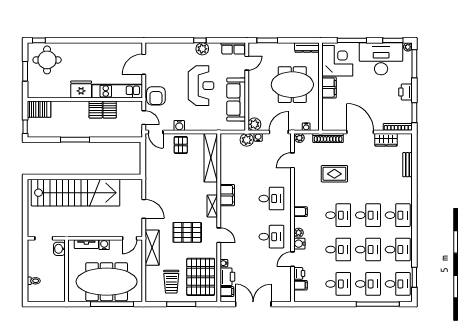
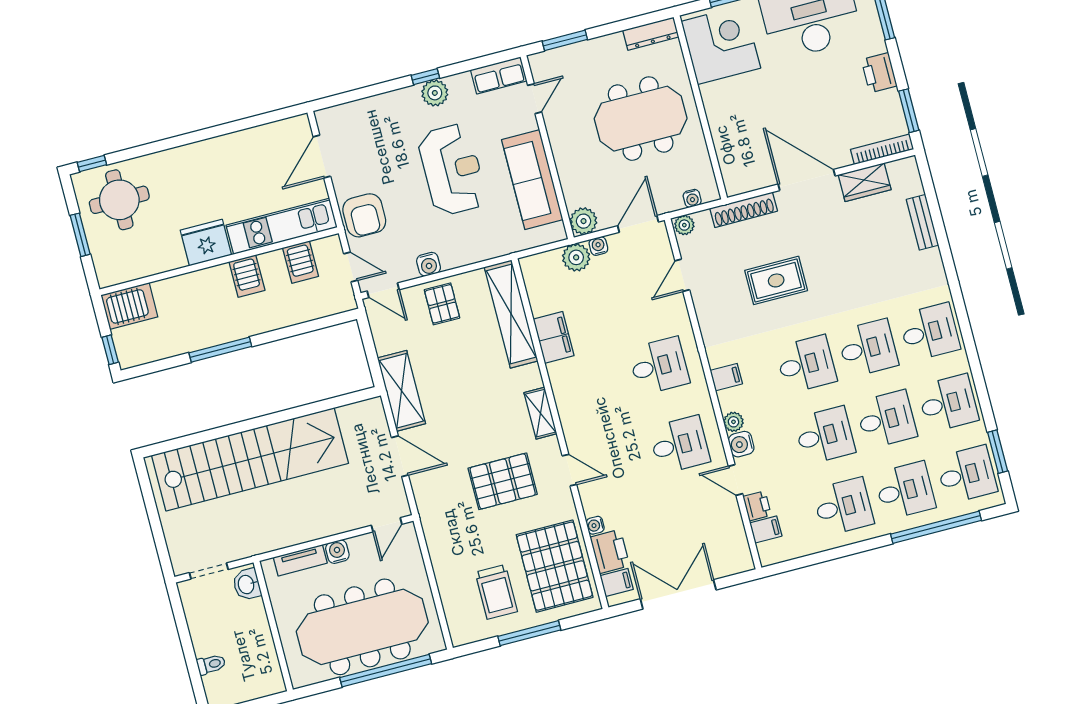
filing cabinet: (329, 88) -> (718, 105), removed
server rack: (110, 109) -> (301, 262), moved
filing cabinet: (227, 195) -> (554, 337), moved
shelving: (152, 248) -> (401, 391), moved
door: (293, 259) -> (735, 480), hinge flipped

